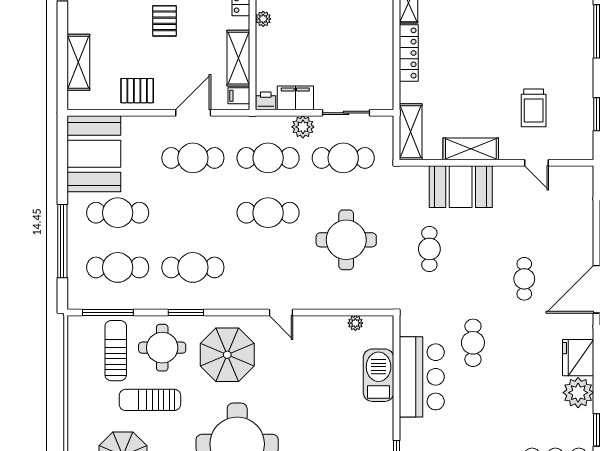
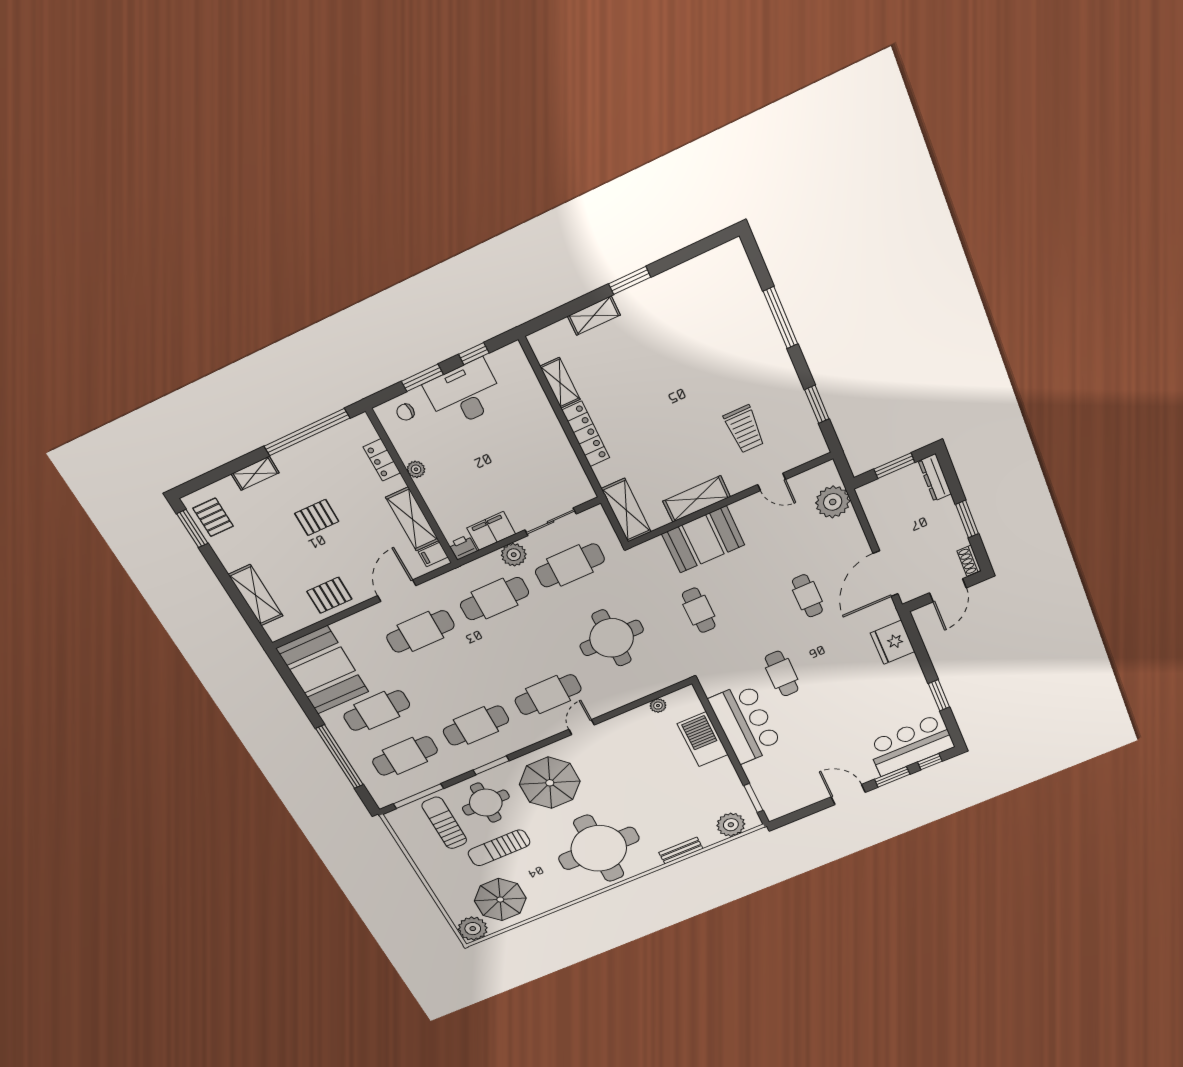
pallet: (164, 21) -> (317, 517), turned 90
cafe table: (268, 213) -> (548, 695), moved
door: (281, 313) -> (582, 727), swing flipped
plant: (578, 393) -> (833, 502), moved

